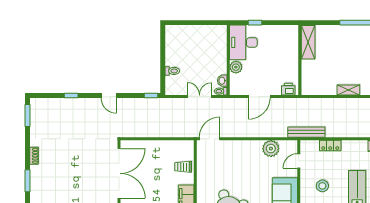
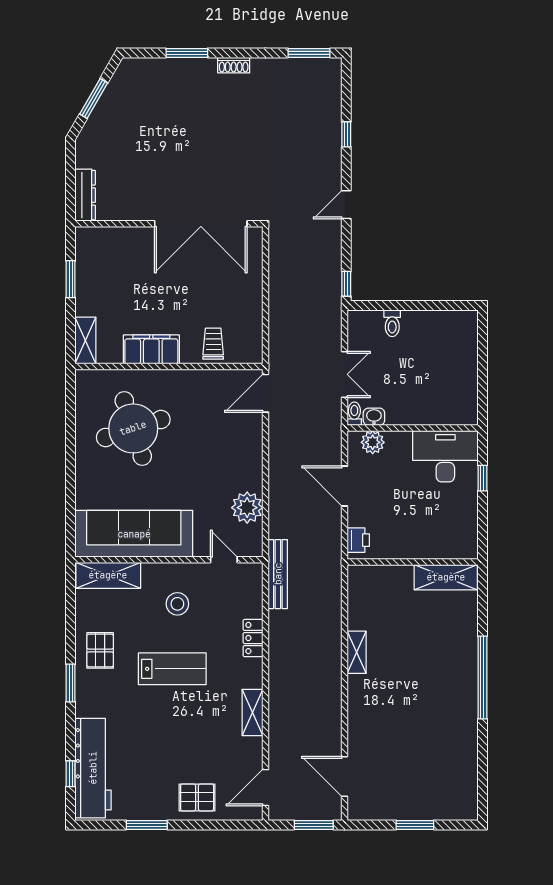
plant: (236, 67) -> (373, 442), moved
door: (210, 139) -> (266, 393), swing flipped
locker: (330, 145) -> (253, 638), moved

